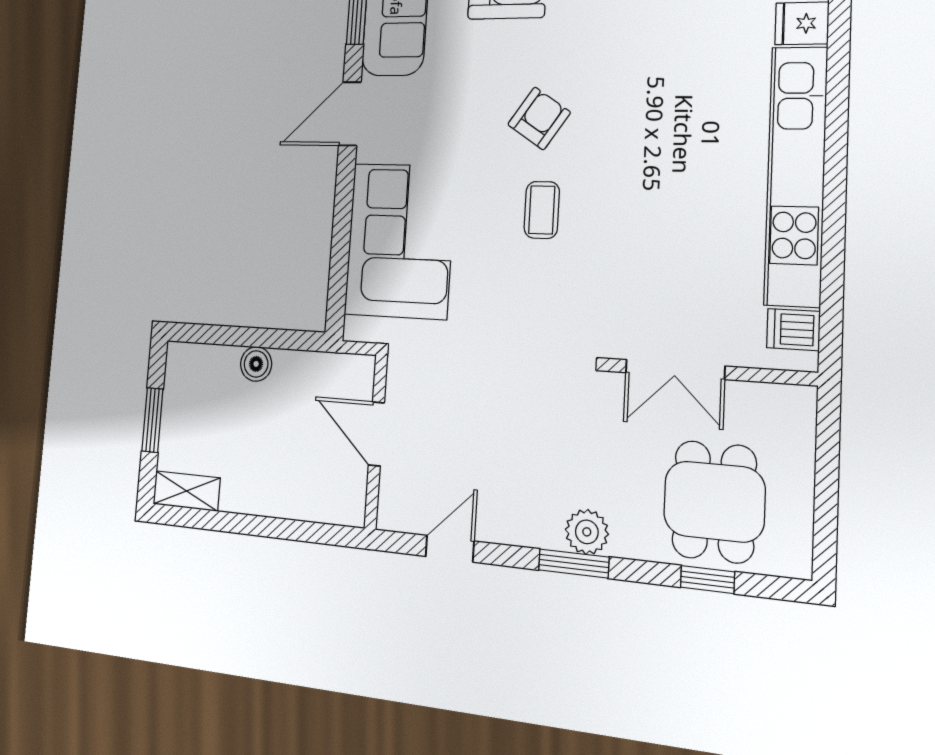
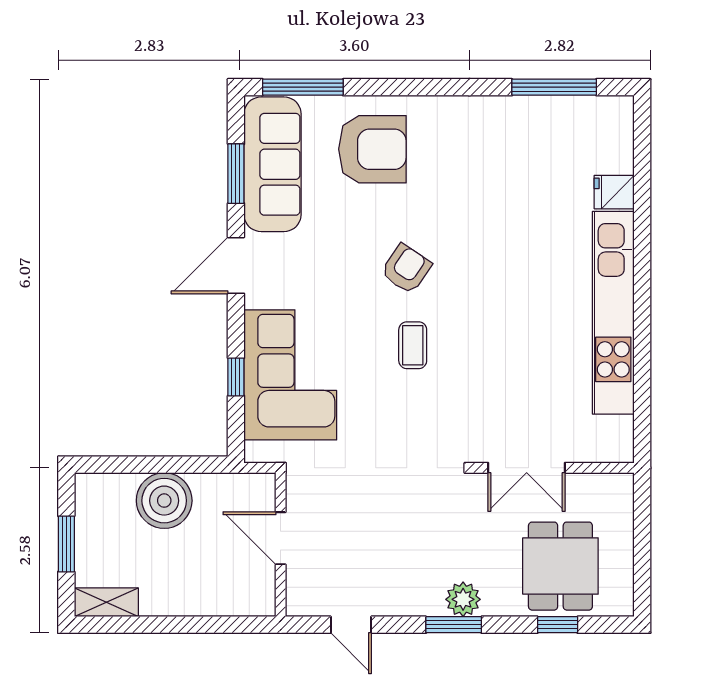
window: (341, 241) -> (236, 377), added
dishwasher: (793, 330) -> (615, 432), removed
boiler: (256, 364) -> (164, 501), width x1.86, depth x1.86
door: (450, 549) -> (351, 625), swing flipped

